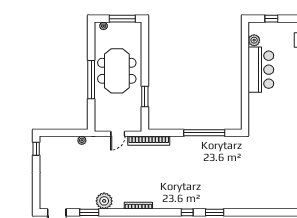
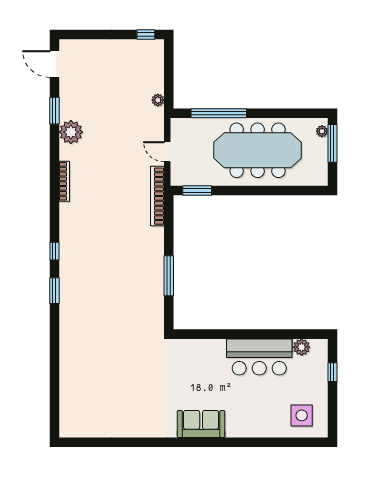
window: (122, 19) -> (332, 143), moved
meeting table: (117, 71) -> (258, 150), width x1.36
window: (91, 80) -> (219, 113), moved
window: (145, 96) -> (197, 190), moved
window: (204, 133) -> (169, 276), width x0.68

